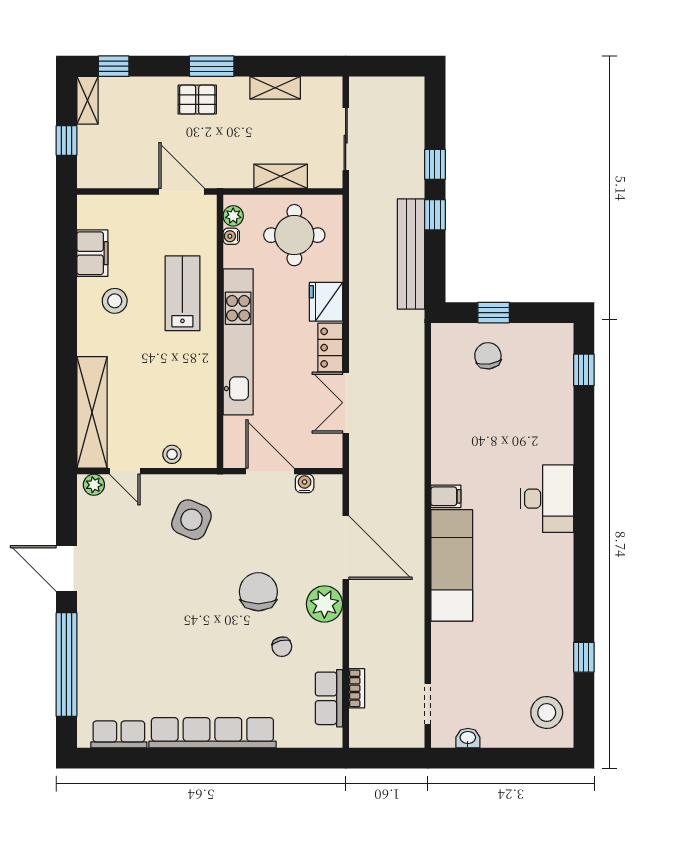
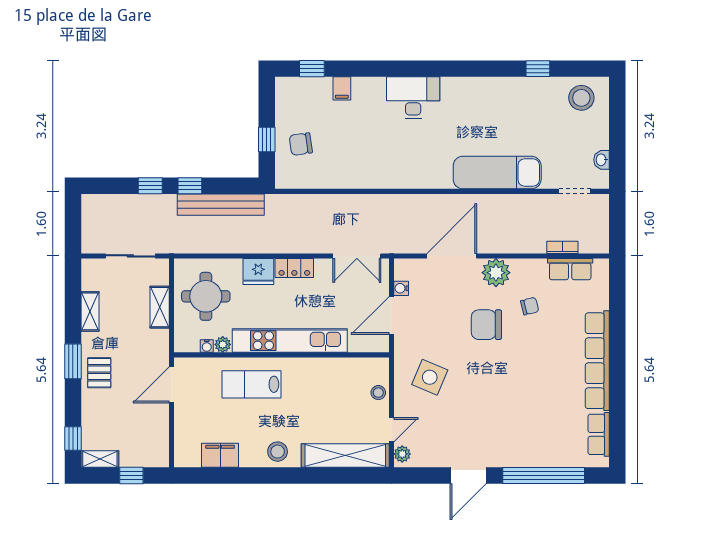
plant: (233, 216) -> (223, 344), moved
stool: (115, 301) -> (278, 452), moved
double door: (346, 403) -> (357, 256), moved
filing cabinet: (446, 496) -> (342, 88), moved, turned 180
exam couch: (452, 565) -> (497, 173), moved

